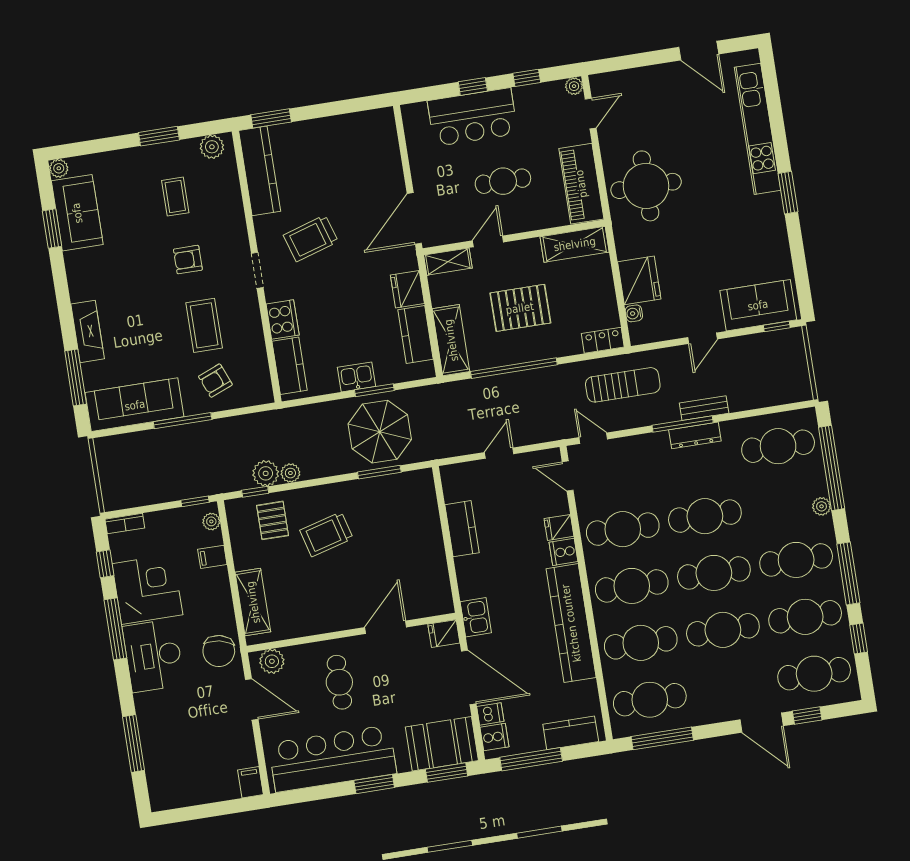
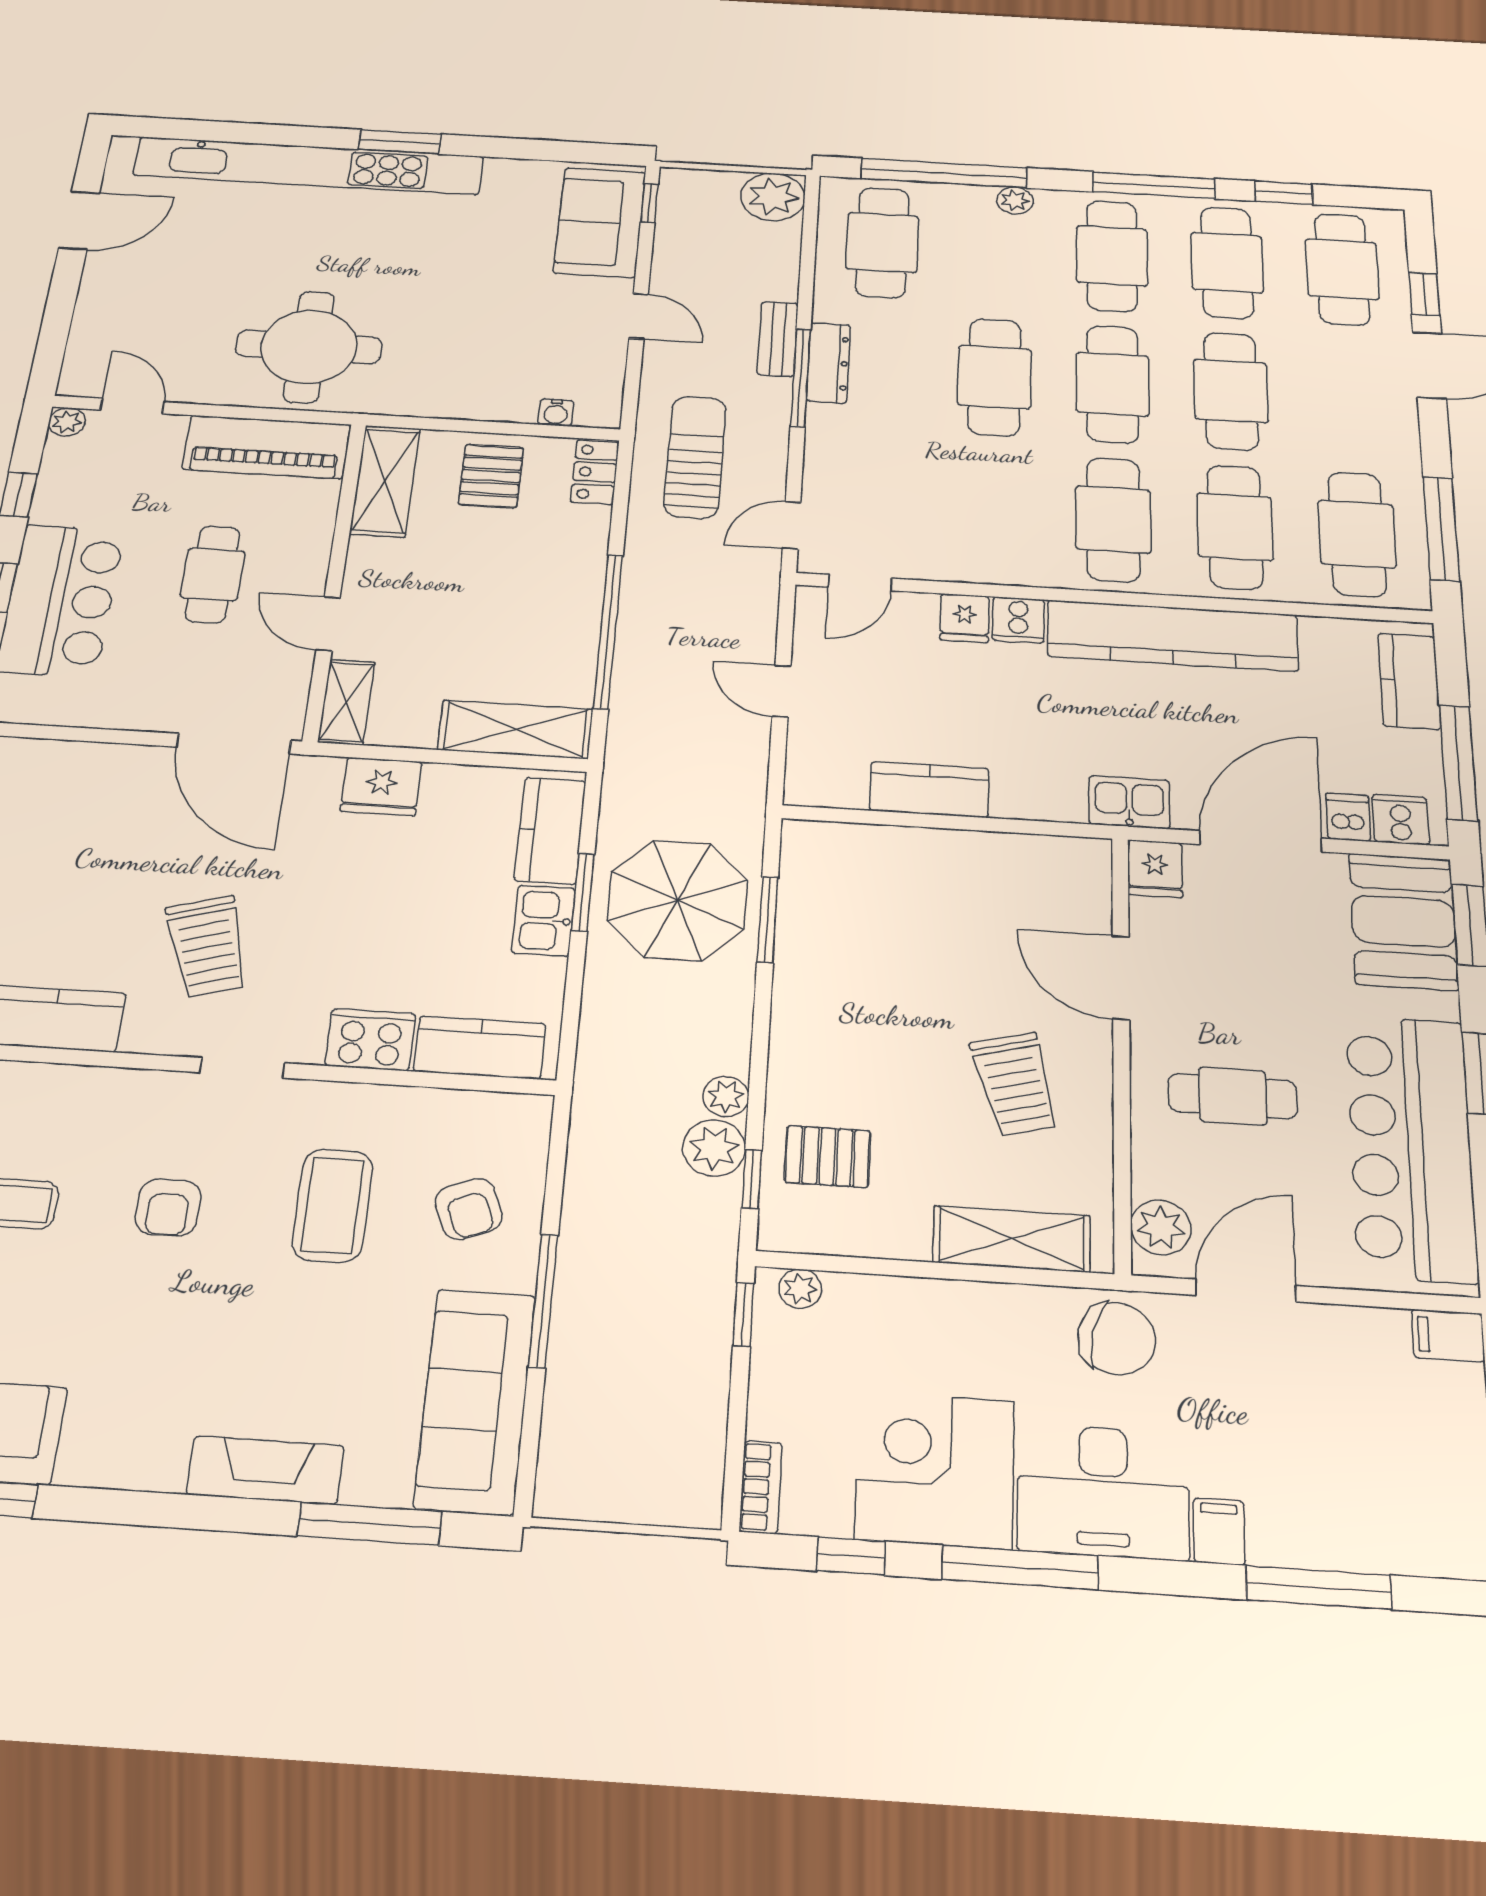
kitchen unit: (758, 129) -> (309, 166), width x1.36
fridge: (639, 280) -> (493, 392), removed
pallet: (520, 308) -> (491, 476), moved, width x0.67, depth x0.71
coffee table: (204, 325) -> (333, 1205), turned 90
kitchen counter: (416, 334) -> (550, 831), moved, turned 90
plant: (795, 386) -> (773, 197), added
cafe table: (623, 529) -> (992, 512), removed
trolley: (326, 534) -> (1015, 1084), moved
filing cabinet: (212, 557) -> (1219, 1531), moved, turned 180

